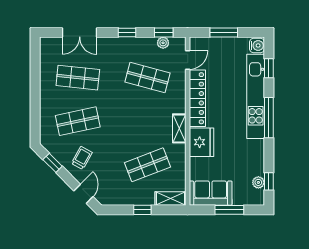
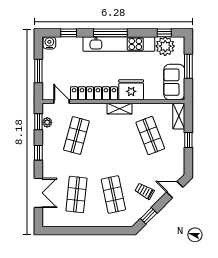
kitchen unit: (256, 96) -> (119, 44), moved
plant: (258, 182) -> (165, 46), width x1.88, depth x1.88

